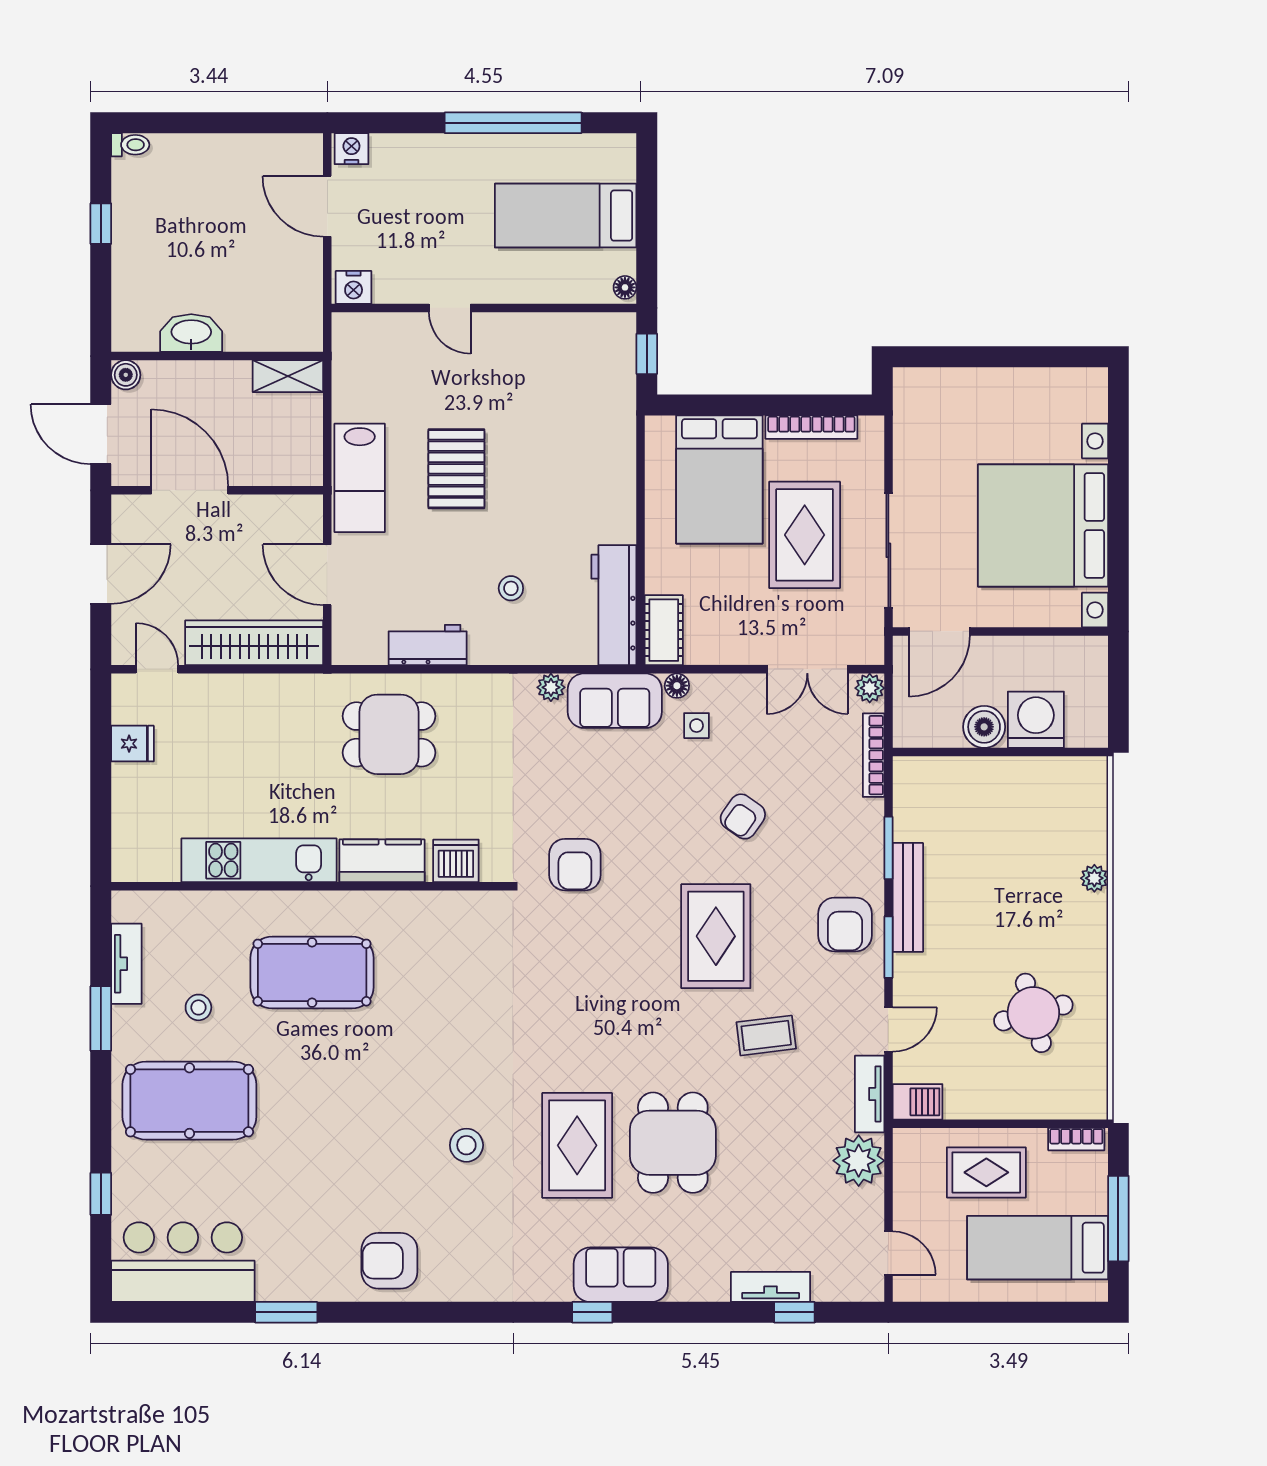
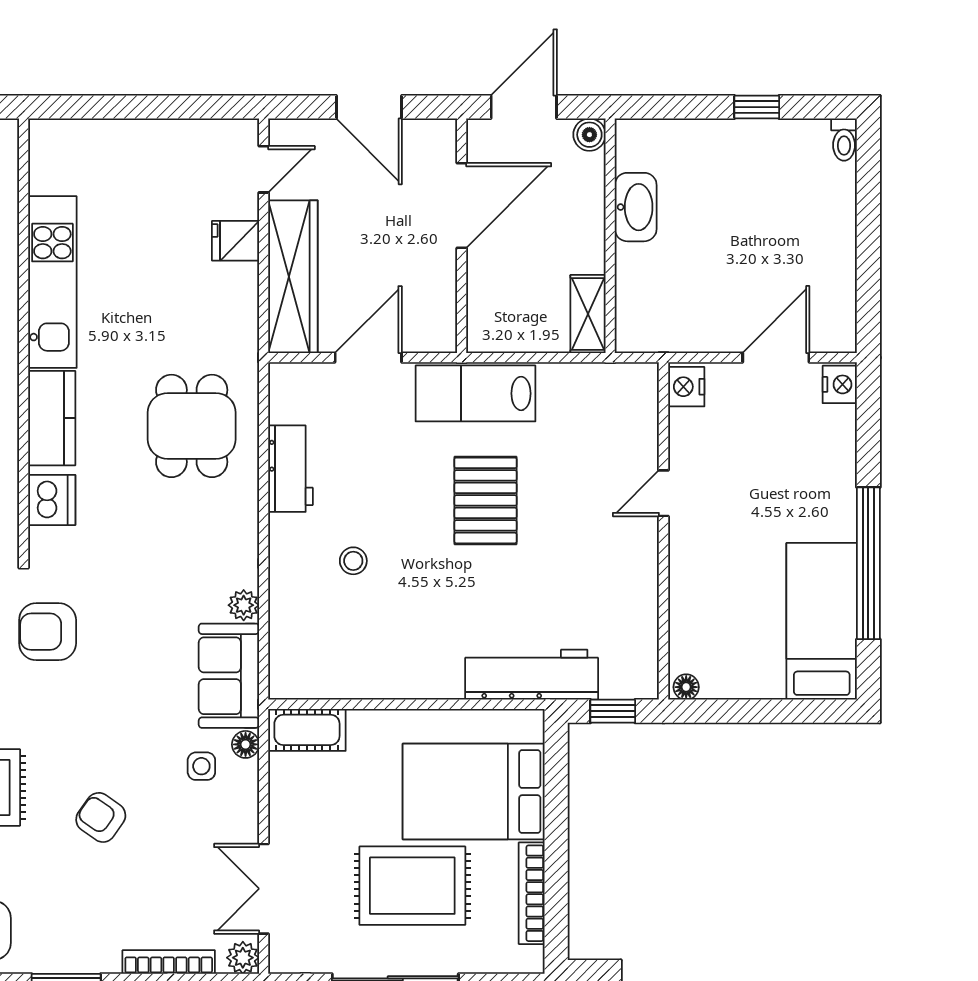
bed: (566, 216) -> (822, 621), moved
pallet: (456, 469) -> (486, 500), turned 90
workbench: (614, 605) -> (532, 675), moved
fridge: (132, 744) -> (235, 241), moved, turned 90

